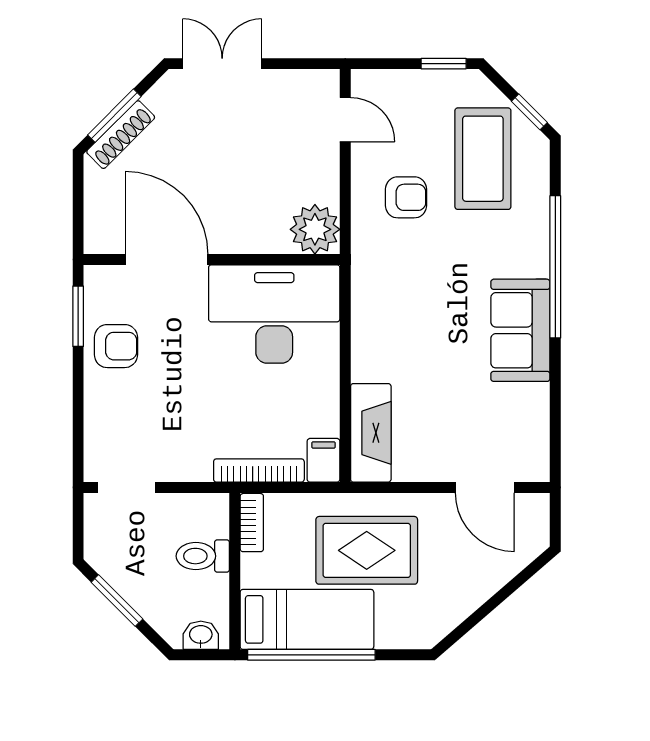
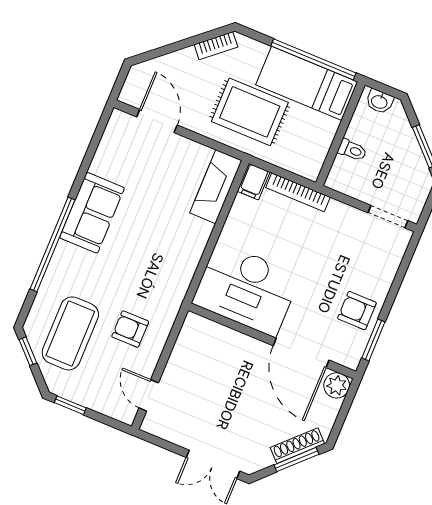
plant: (315, 229) -> (337, 385), moved, width x0.73, depth x0.73
bookcase: (252, 523) -> (216, 46), moved, turned -131
toilet: (203, 556) -> (352, 150), width x0.73, depth x0.72

